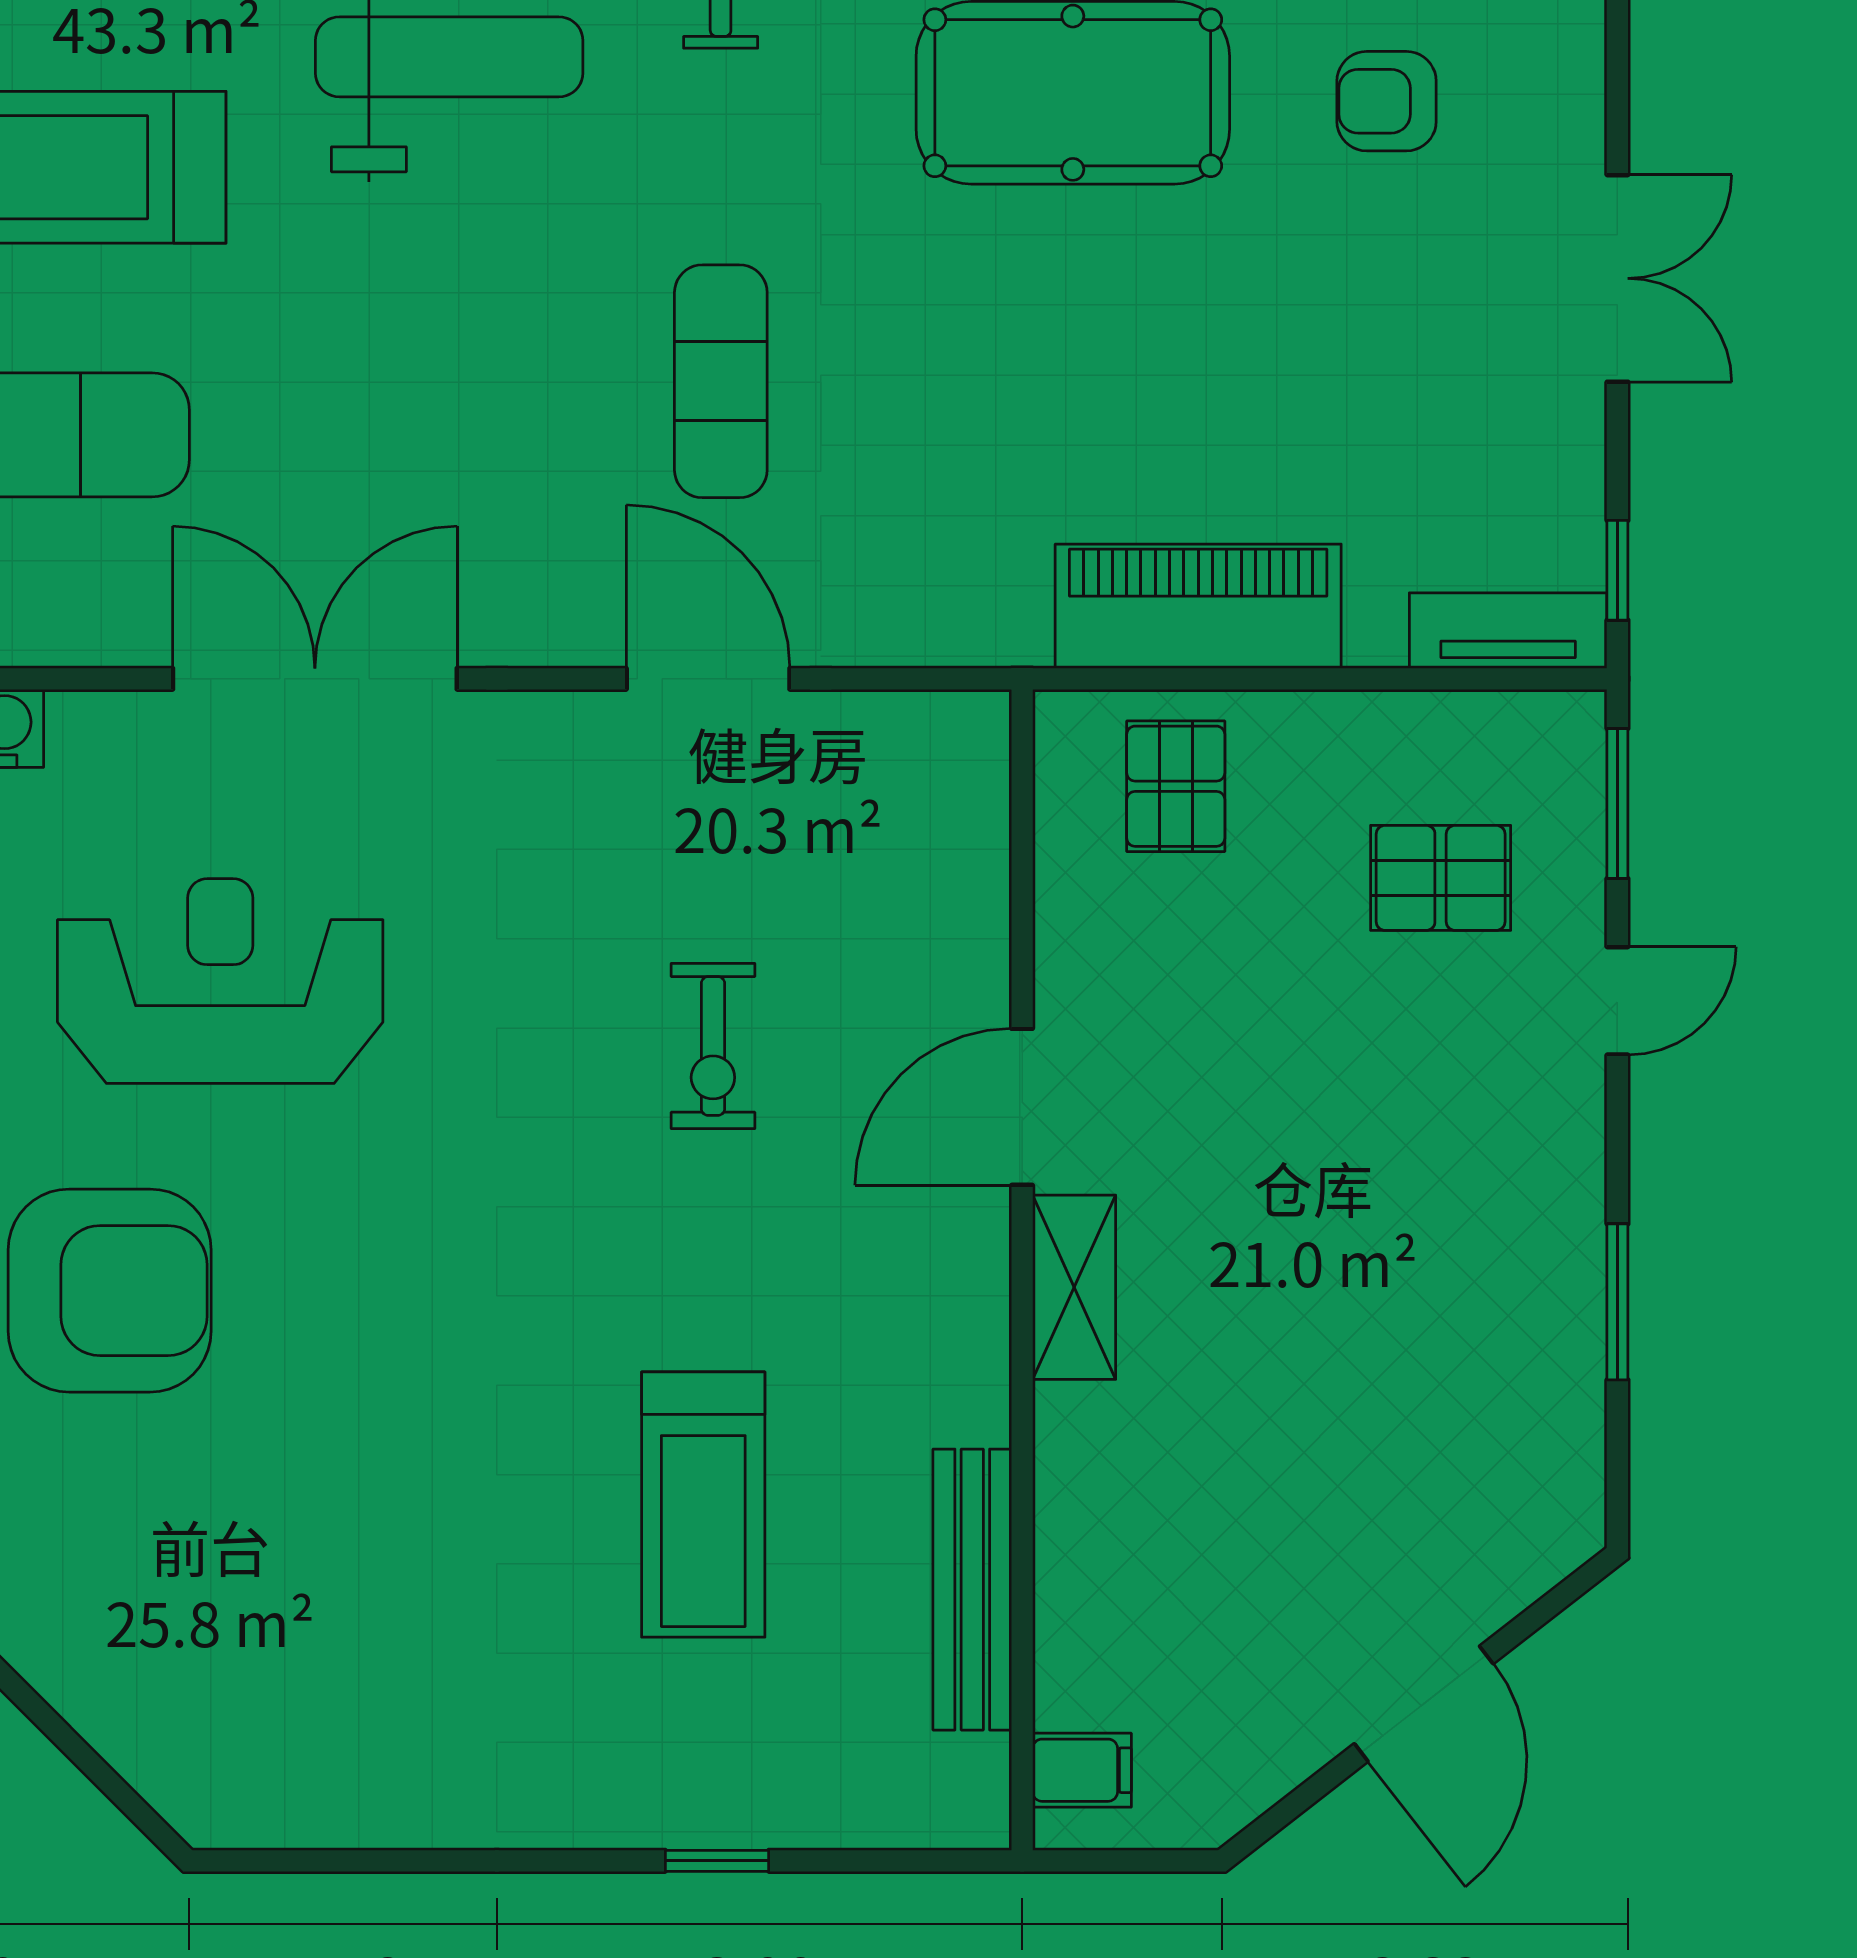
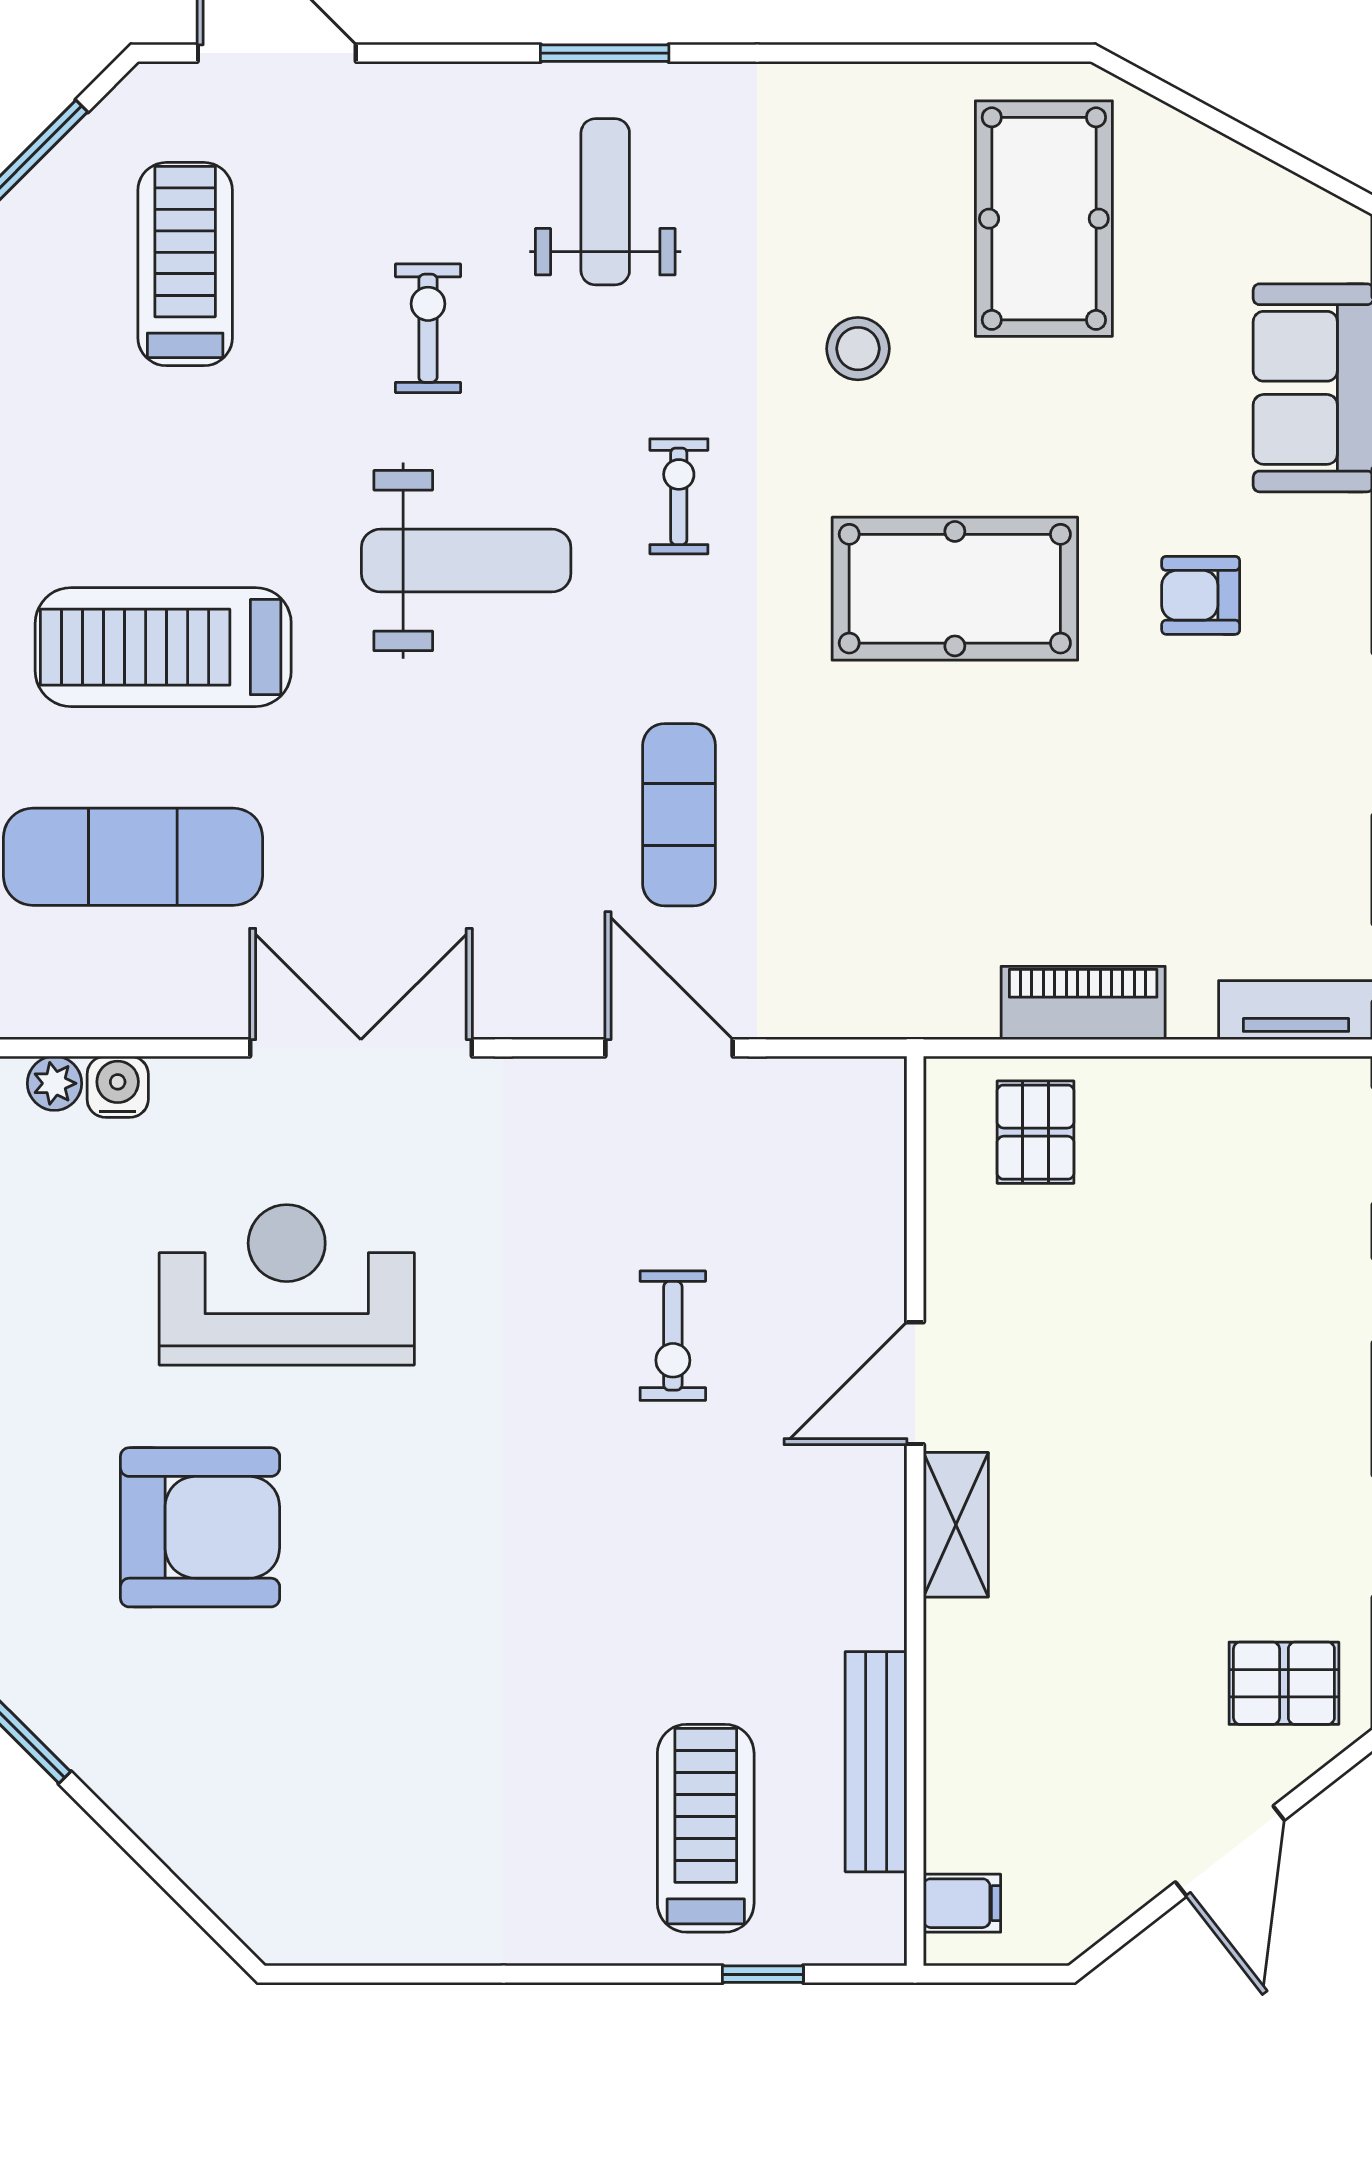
piano: (1198, 606) -> (1083, 1003), width x0.73, depth x0.75
pallet: (1441, 878) -> (1284, 1683), moved
treadmill: (703, 1505) -> (706, 1828), moved, turned 180
window: (717, 1861) -> (763, 1974), moved

